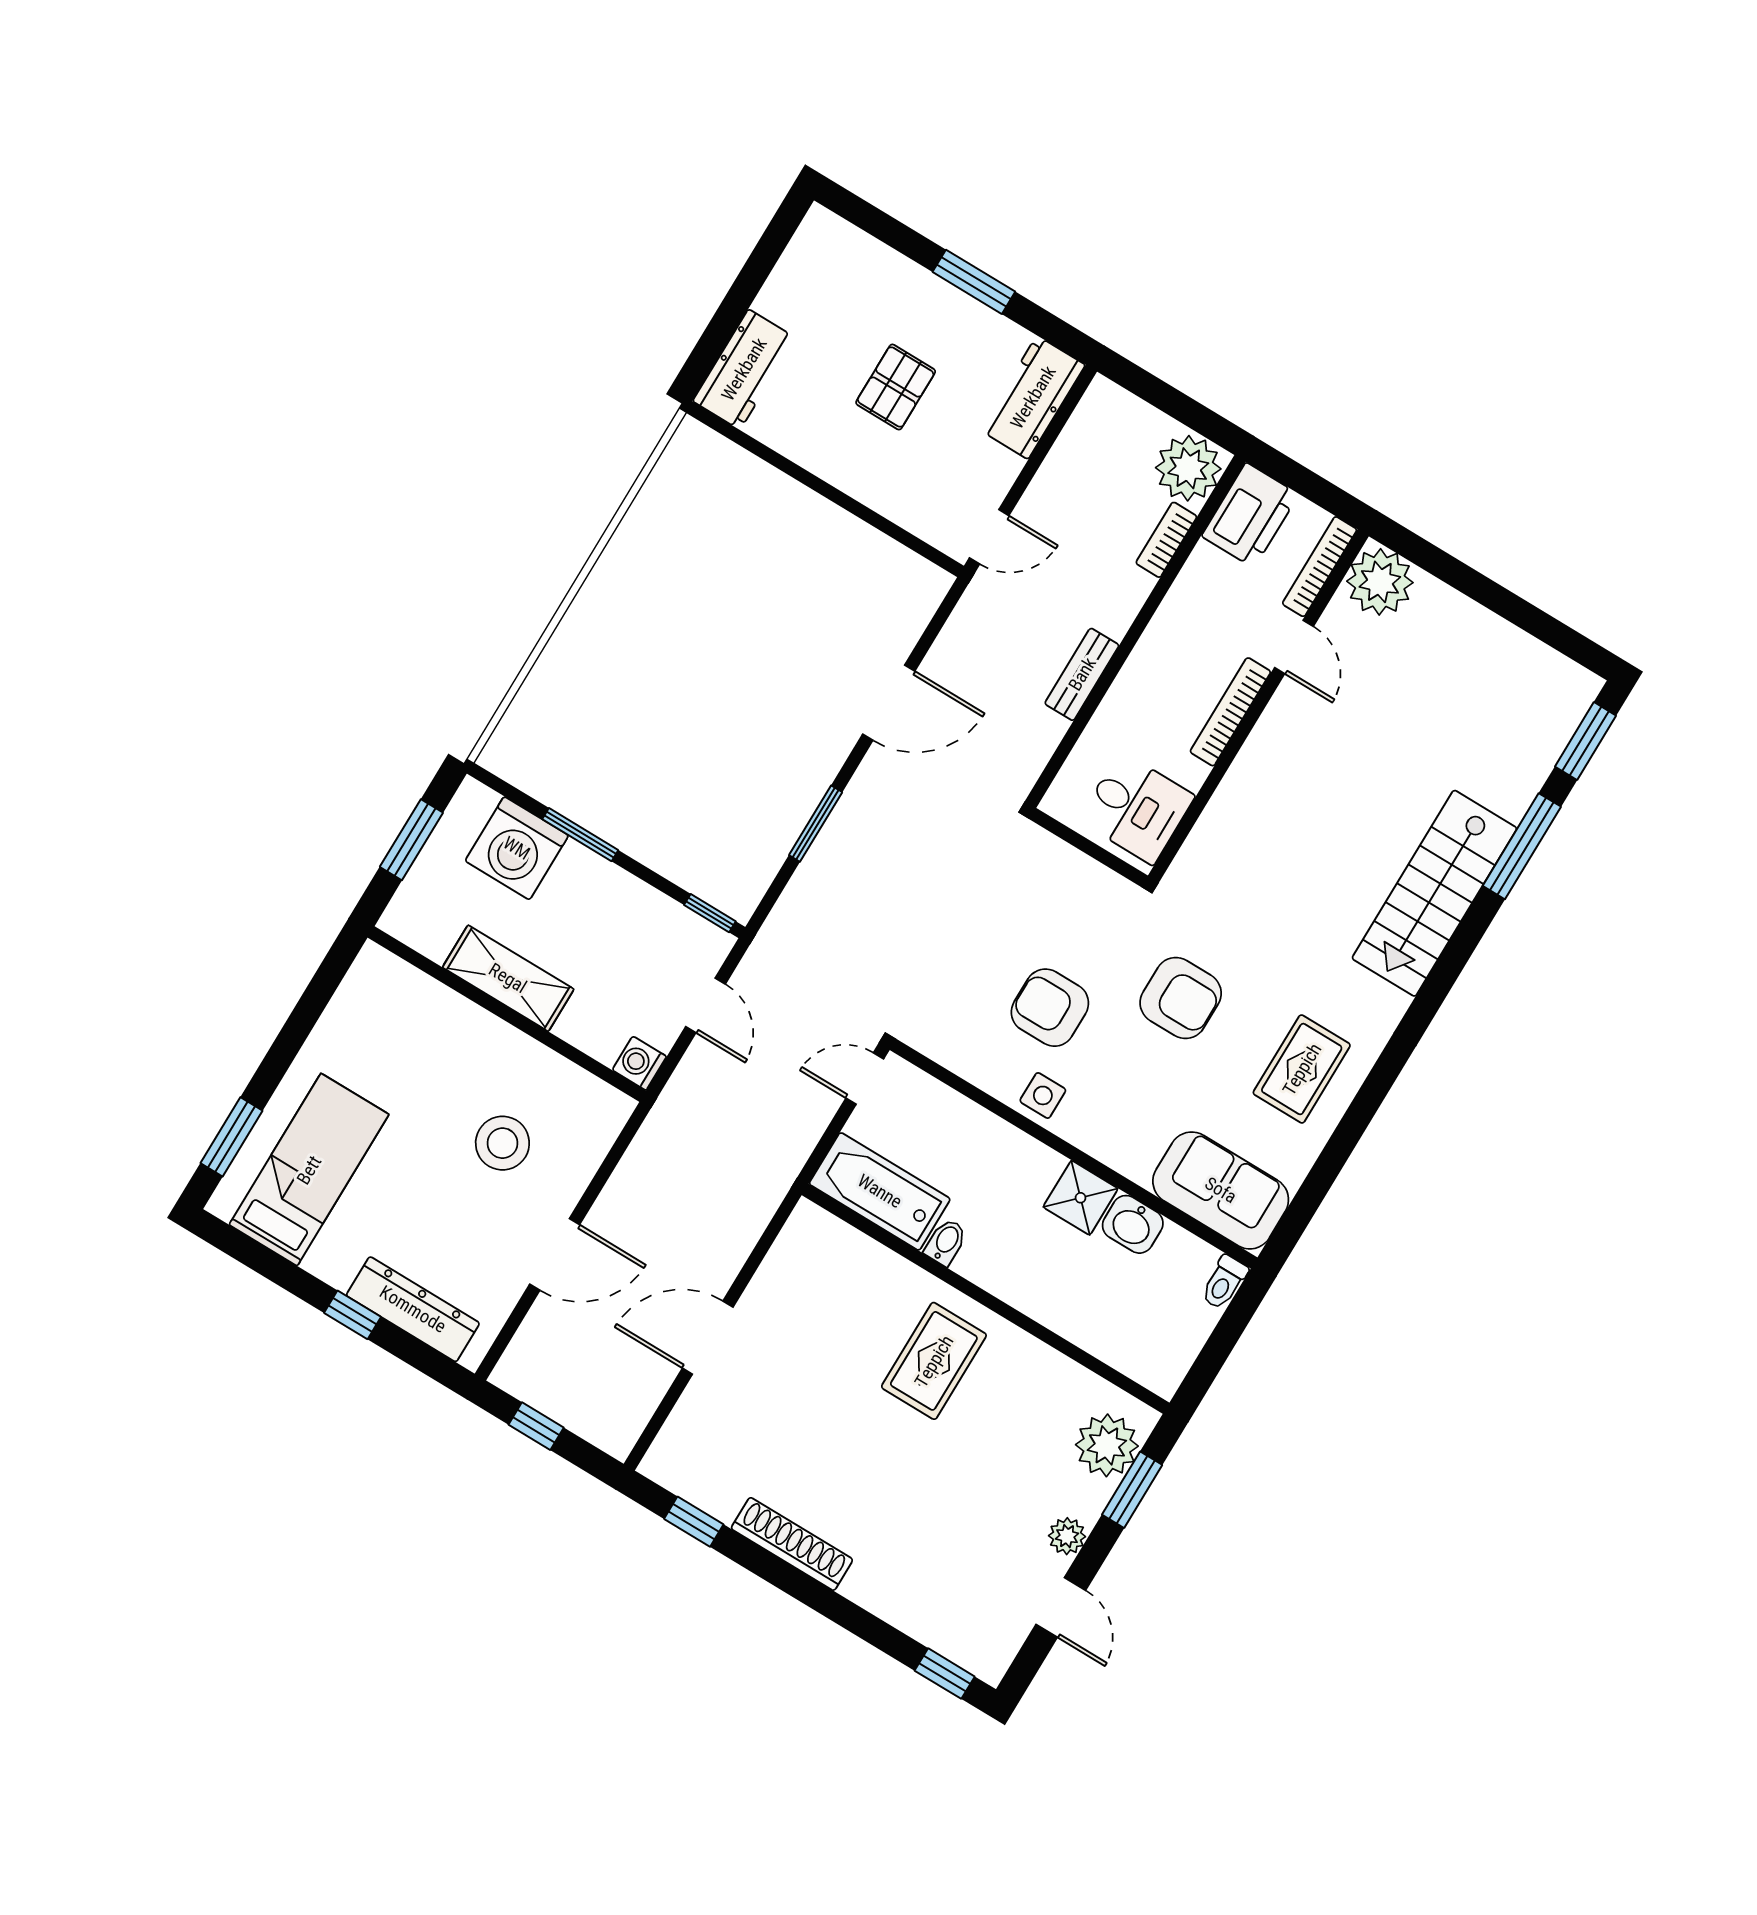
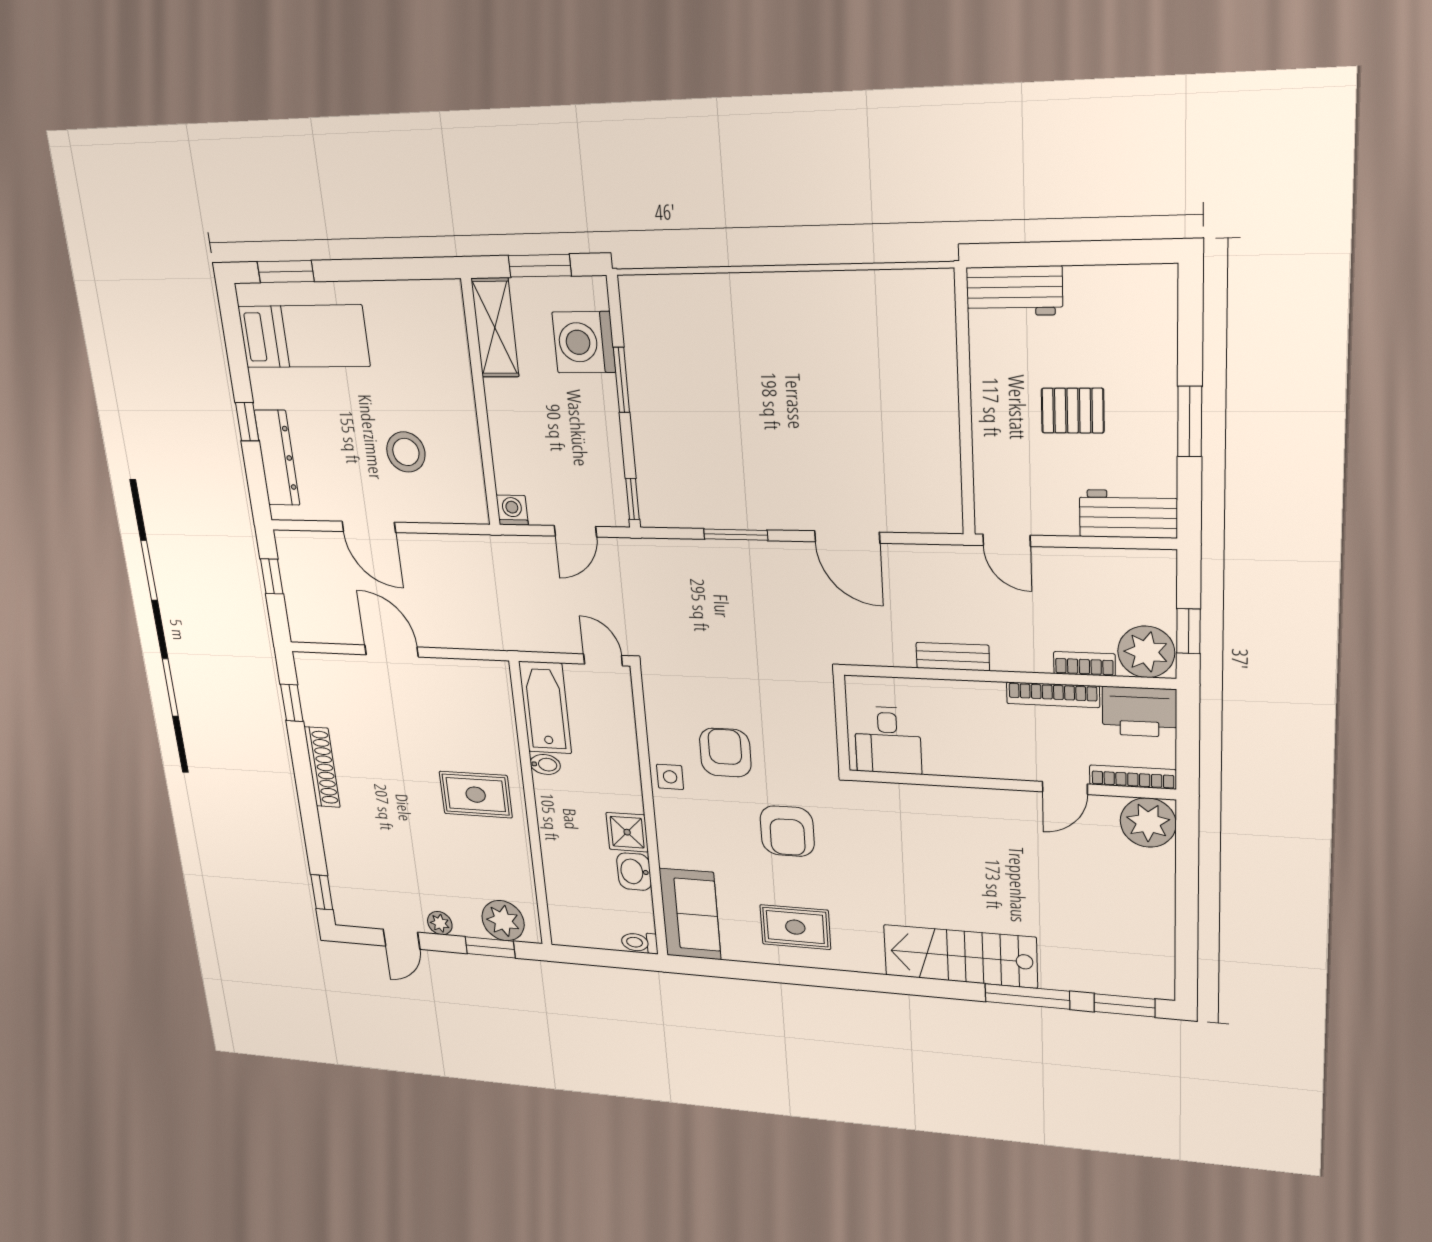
window: (1190, 412) -> (1188, 631), added
bookcase: (1230, 712) -> (1053, 695), moved, turned 180
shelving: (508, 978) -> (495, 328), moved

